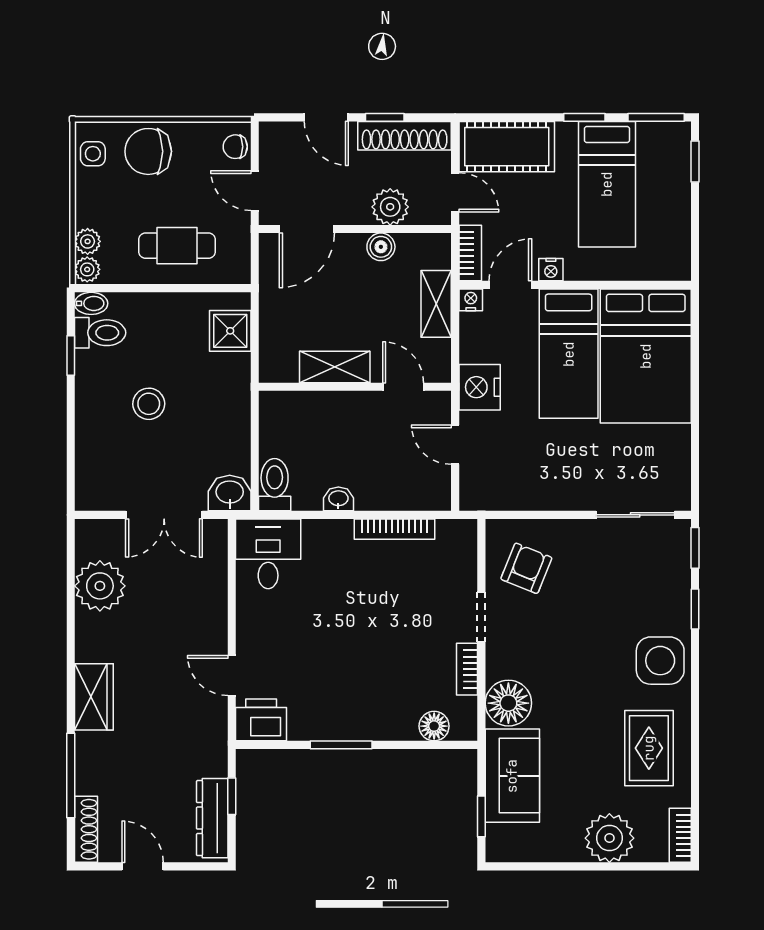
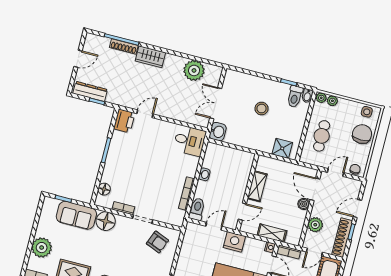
boiler: (381, 247) -> (304, 204), moved
toilet: (275, 485) -> (197, 209), moved, turned -90
shoe rack: (86, 829) -> (124, 47), moved

